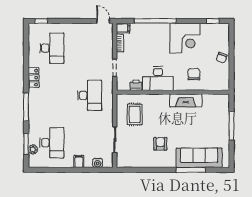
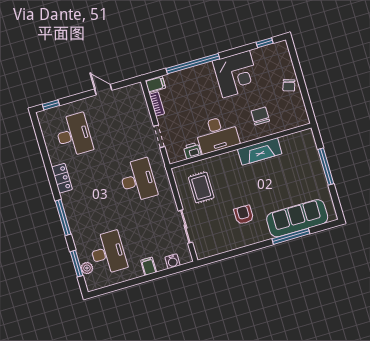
door: (103, 21) -> (103, 90), moved

